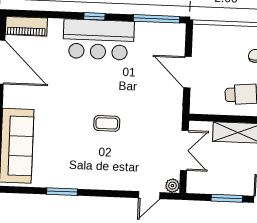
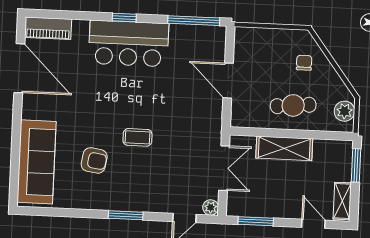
armchair: (68, 144) -> (94, 160), added
window: (62, 192) -> (126, 215), moved
window: (227, 198) -> (256, 221), moved

